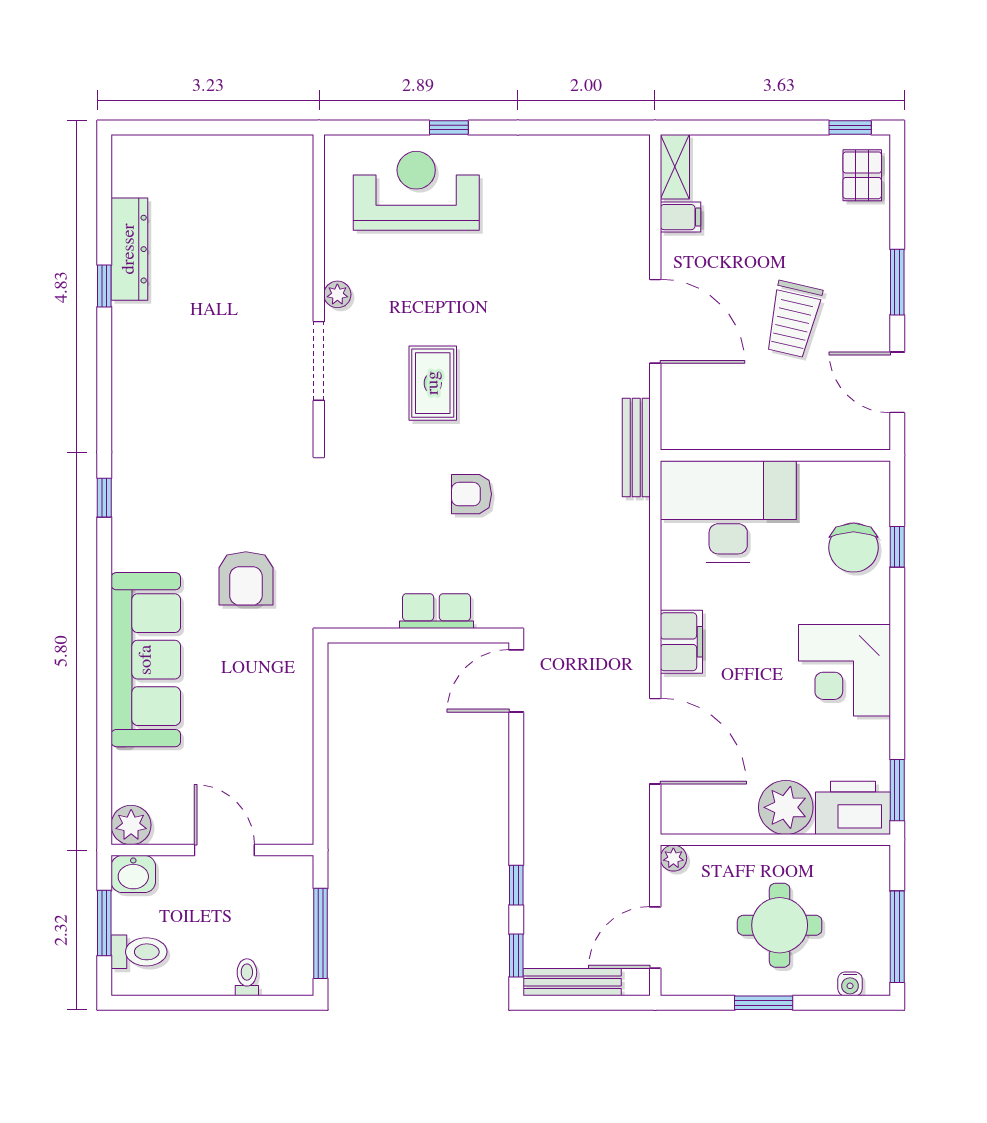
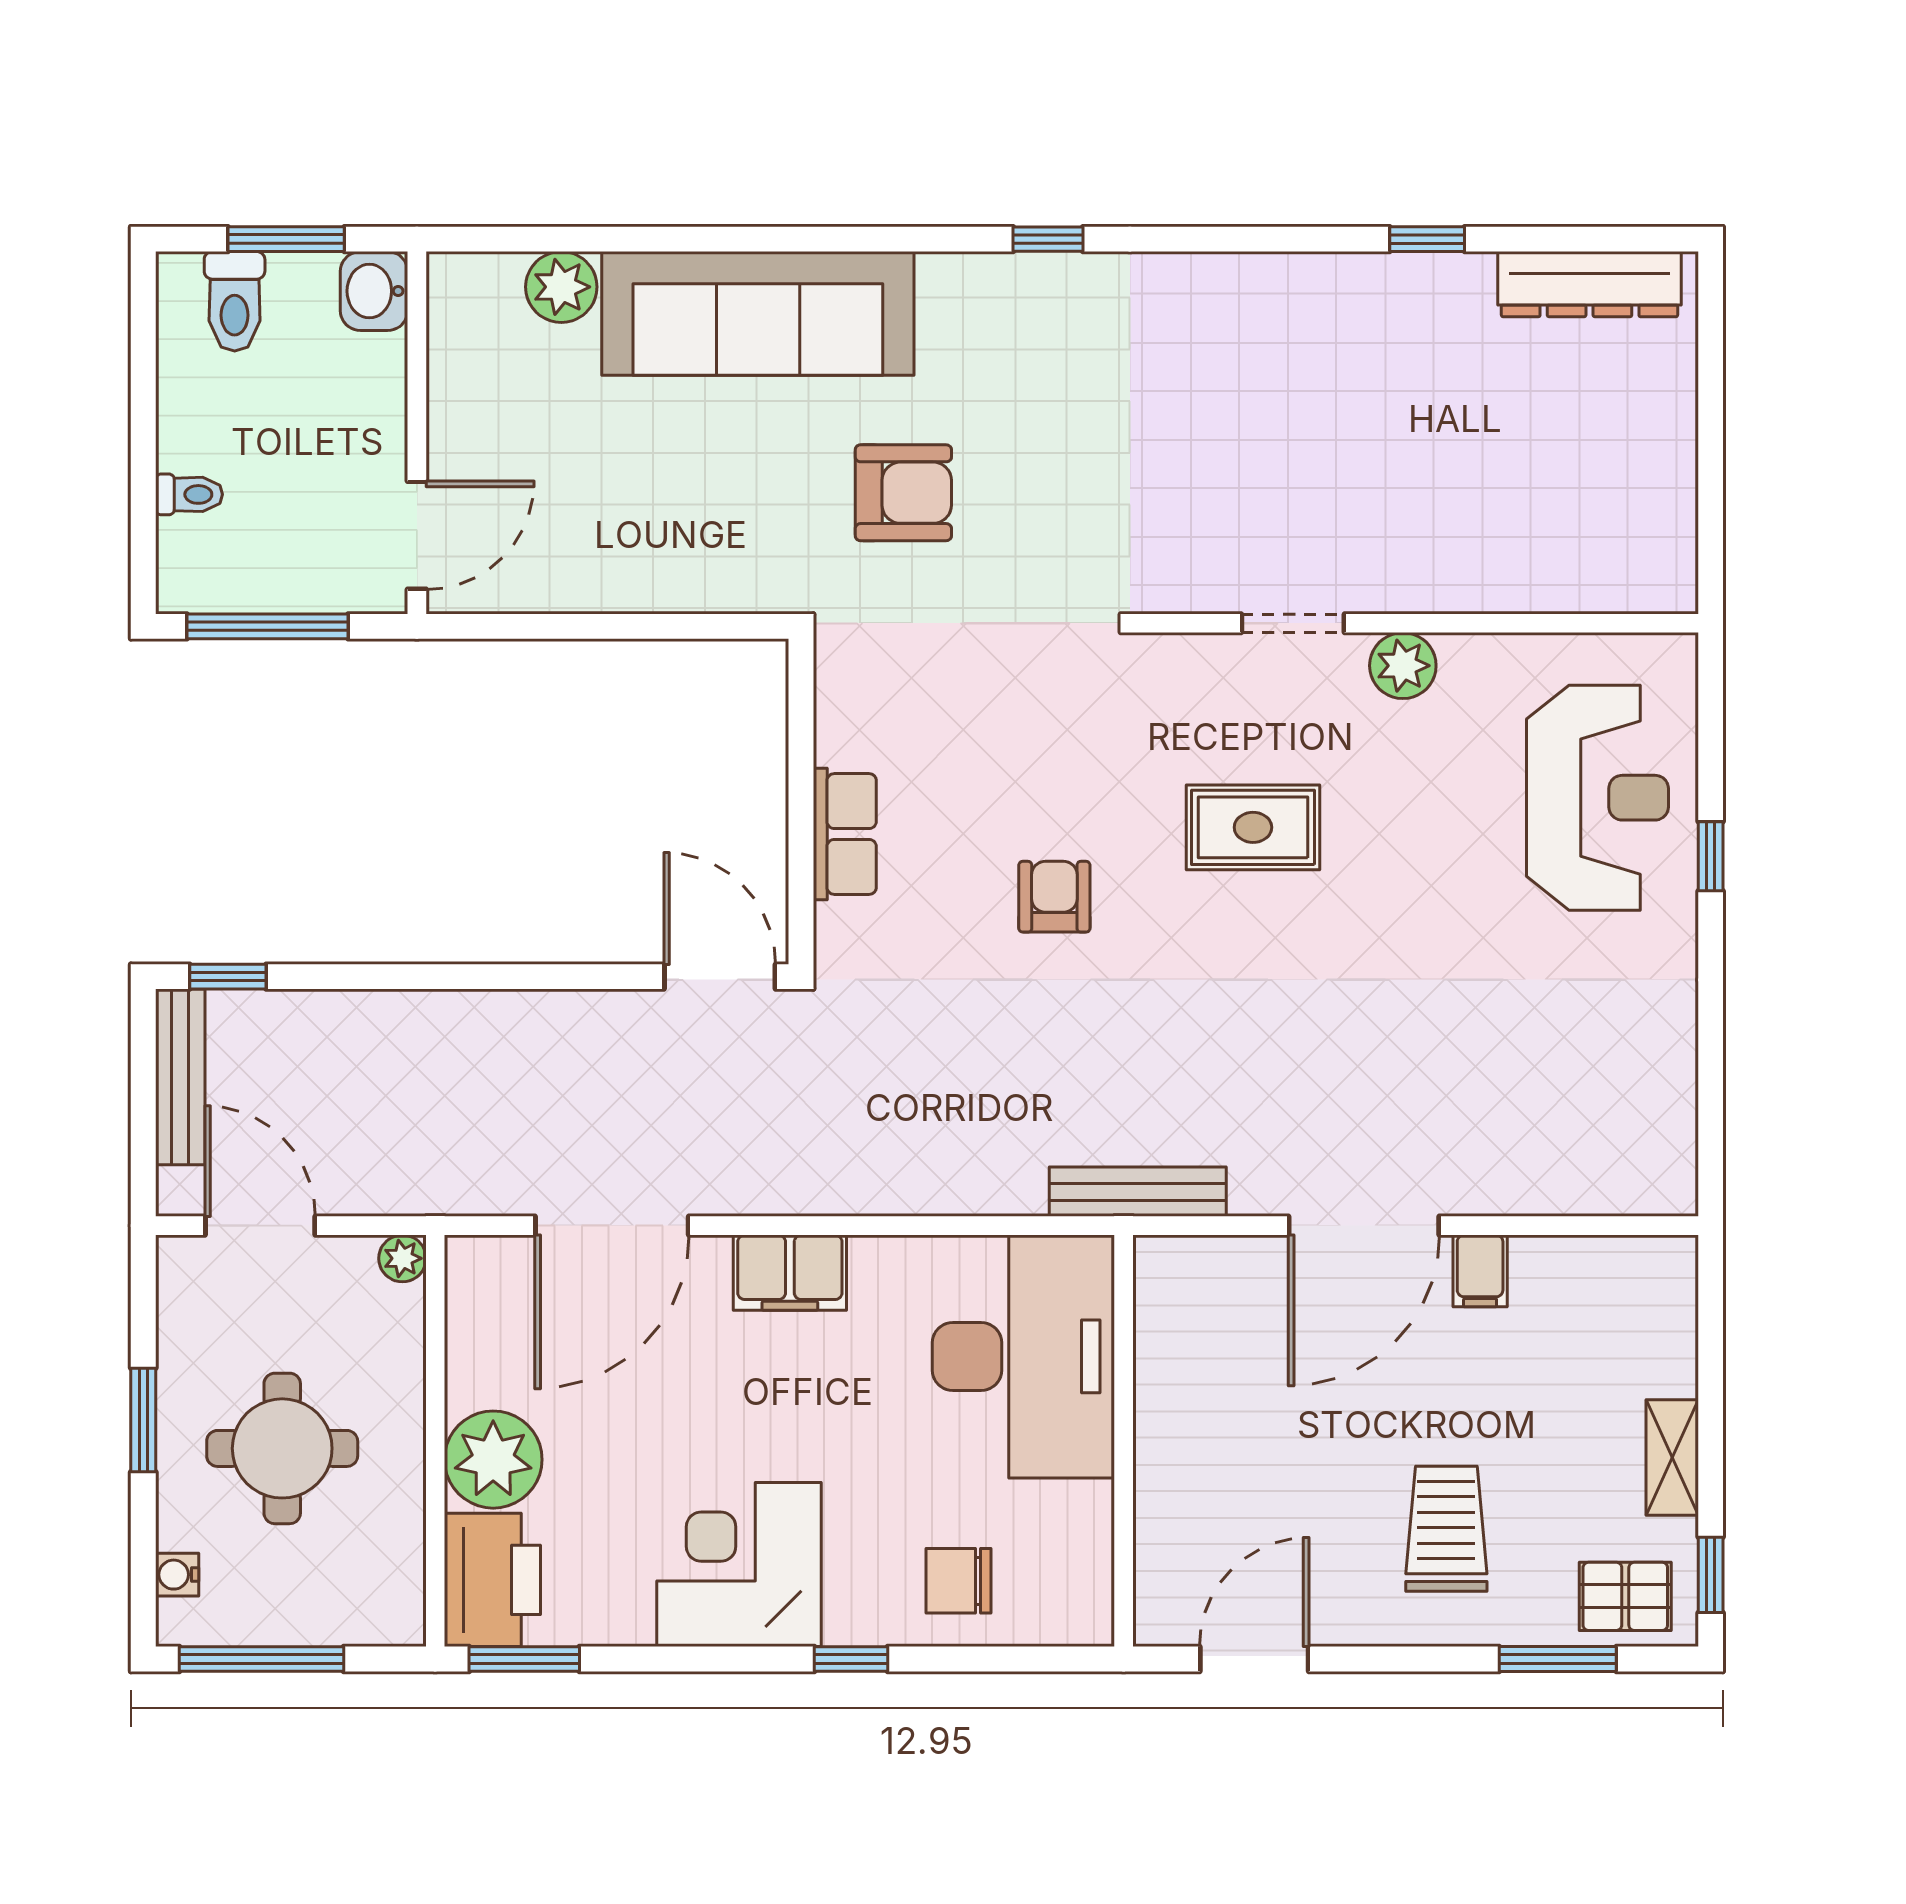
shelving: (675, 167) -> (1672, 1457), moved, turned 90
filing cabinet: (680, 217) -> (1480, 1271), moved
dresser: (129, 249) -> (1589, 284), moved
window: (897, 282) -> (1558, 1659), moved
plant: (337, 294) -> (1403, 666), width x1.38, depth x1.38
trolley: (793, 319) -> (1446, 1529), moved, turned 77
doorway: (319, 361) -> (1293, 623), width x0.73
window: (897, 547) -> (851, 1659), moved
chair: (853, 548) -> (959, 1581), width x0.73, depth x0.73
armchair: (246, 578) -> (903, 493), turned 180
plant: (131, 825) -> (561, 287), moved
door: (224, 850) -> (417, 535), moved
window: (516, 885) -> (354, 977), removed

